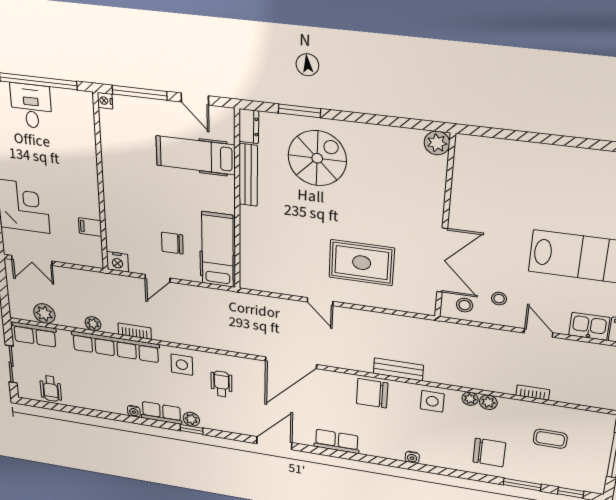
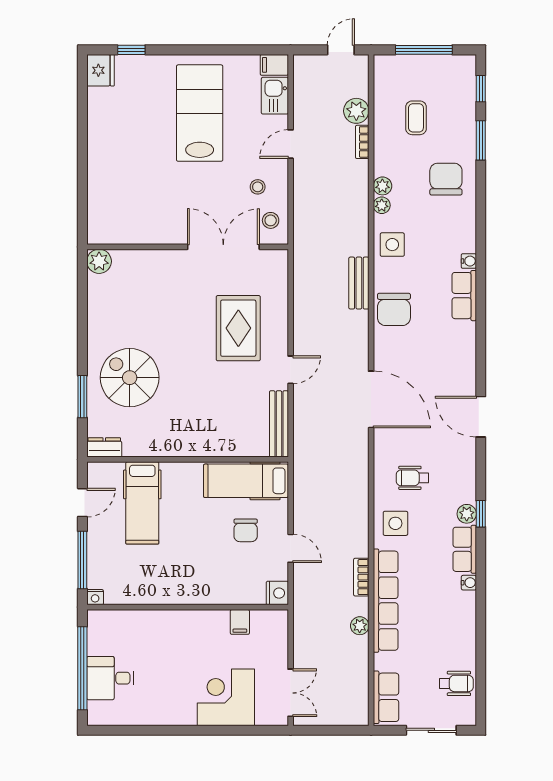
bench: (248, 175) -> (279, 424), moved, turned 90
plant: (44, 314) -> (356, 111), moved
row of seats: (337, 441) -> (464, 296), moved

